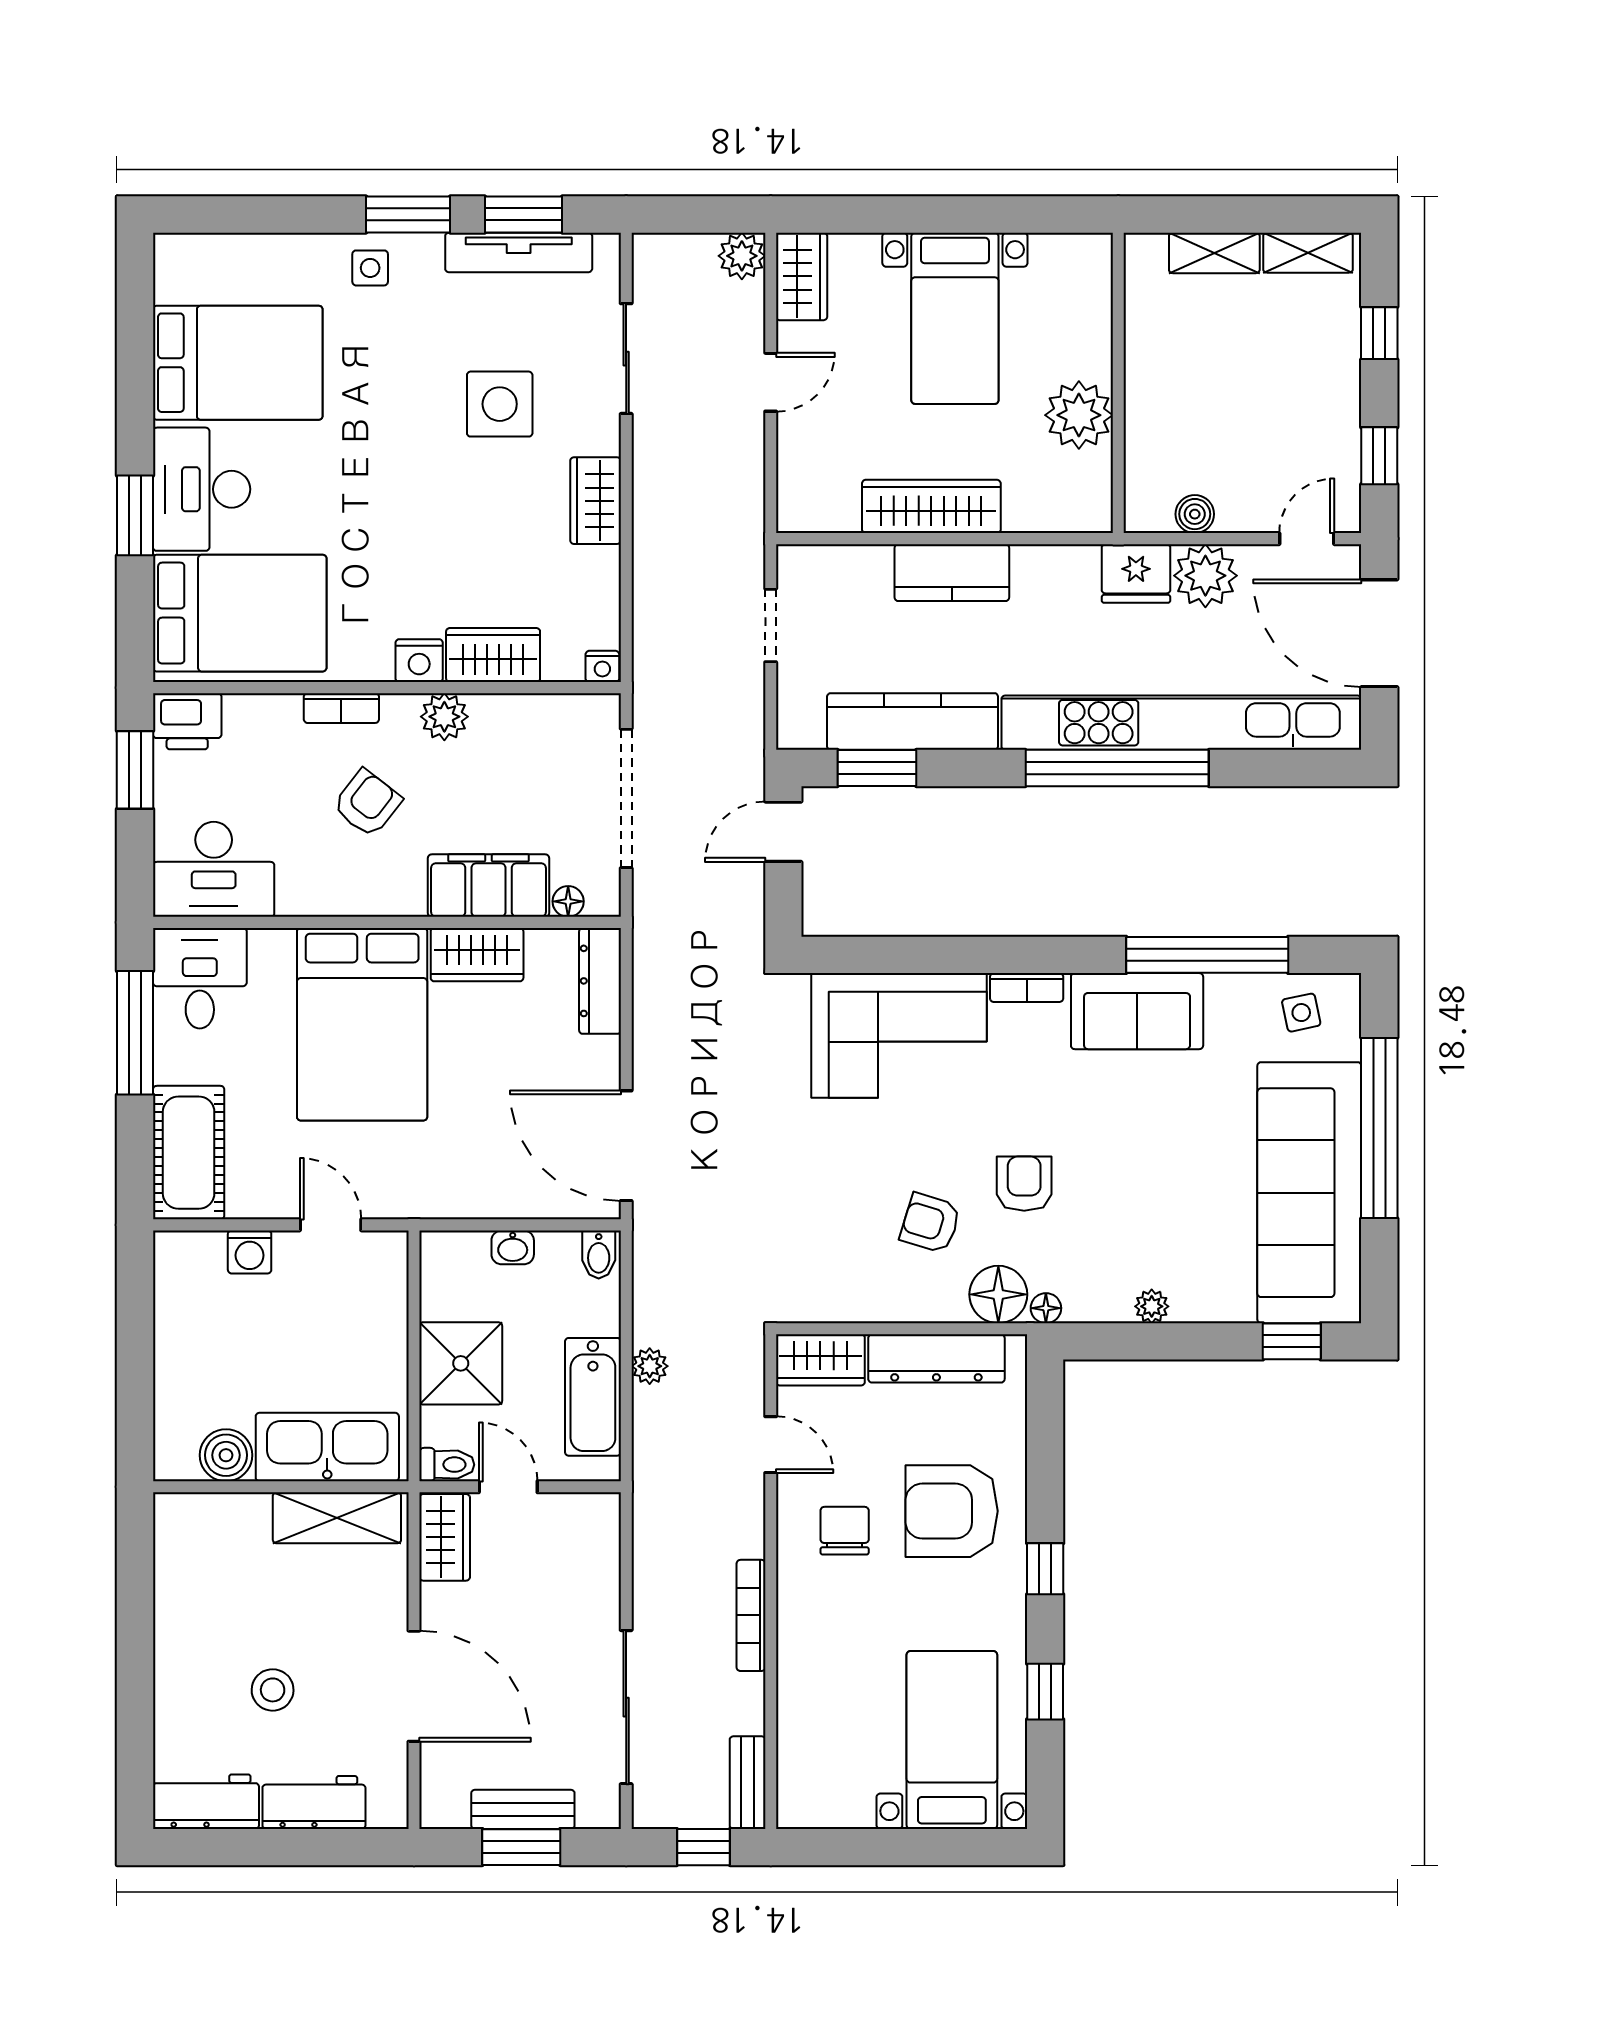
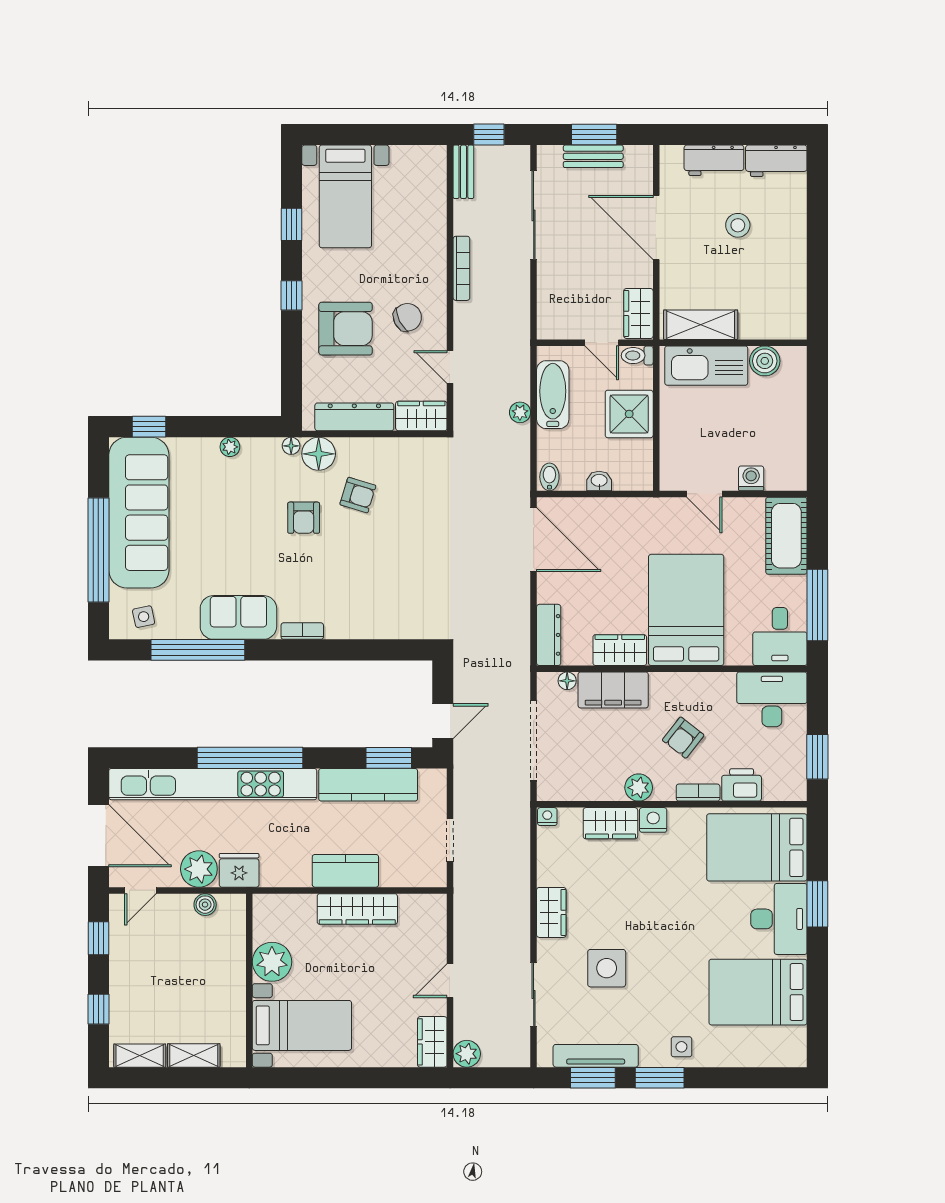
bed with nightstands: (955, 318) -> (302, 1025), moved, turned 90
printer: (187, 721) -> (742, 785), moved
corner sofa: (899, 1035) -> (376, 603), removed
chair: (845, 1531) -> (407, 317), turned -117

